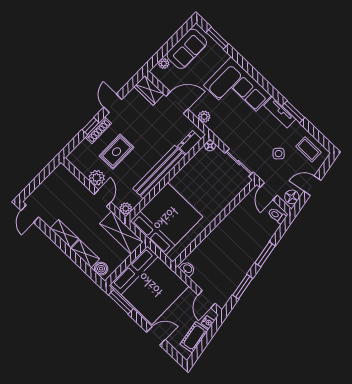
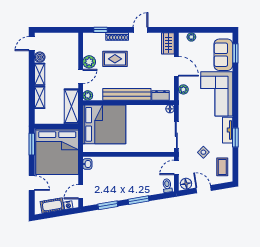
sofa: (187, 49) -> (223, 55), moved, turned 90
window: (91, 126) -> (101, 30), moved
boiler: (101, 269) -> (40, 57), moved

